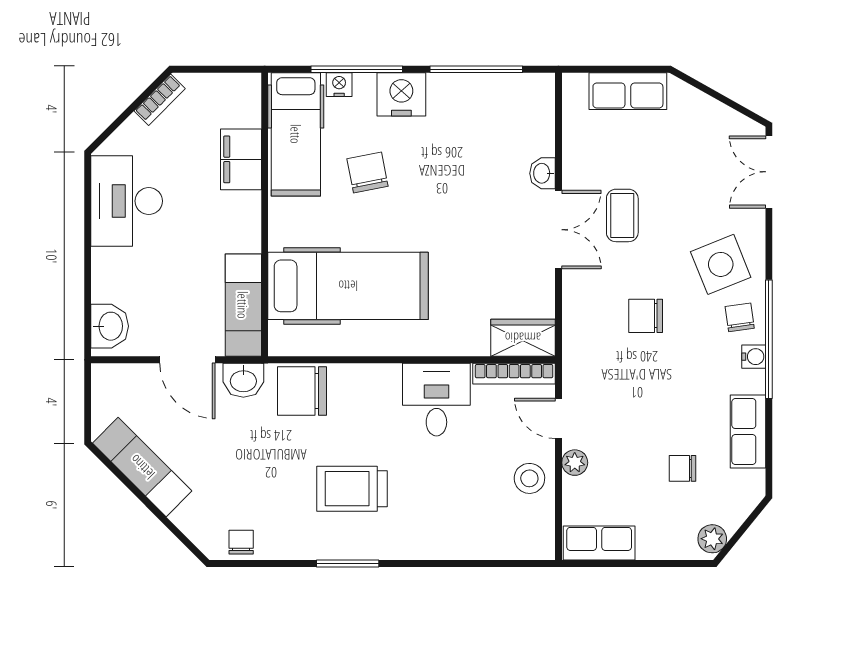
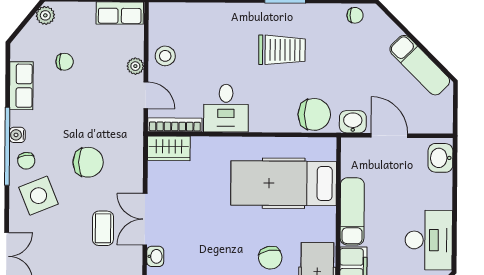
exam couch: (243, 305) -> (352, 211), moved
chair: (646, 316) -> (88, 162), width x1.37, depth x1.37
chair: (241, 542) -> (355, 15), turned -90

